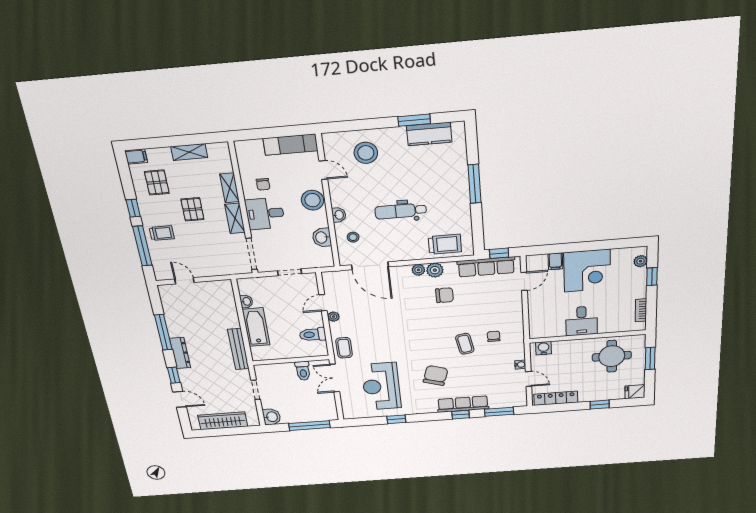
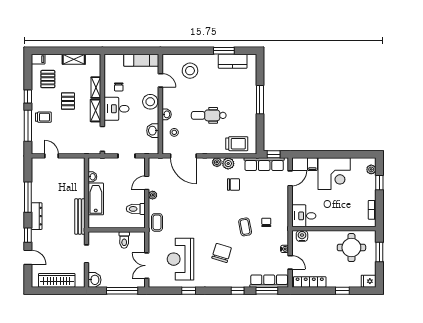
desk: (582, 321) -> (304, 216), moved, turned 90
double door: (335, 378) -> (147, 266), moved
row of seats: (463, 404) -> (269, 281), moved

